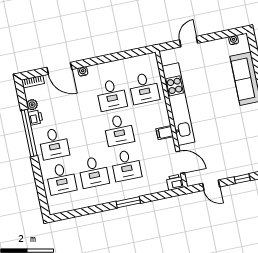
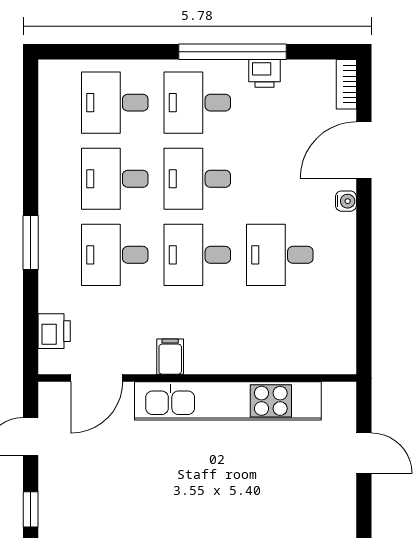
desk: (144, 88) -> (197, 179), moved
plant: (32, 105) -> (295, 72), removed
printer: (175, 182) -> (54, 331), moved

